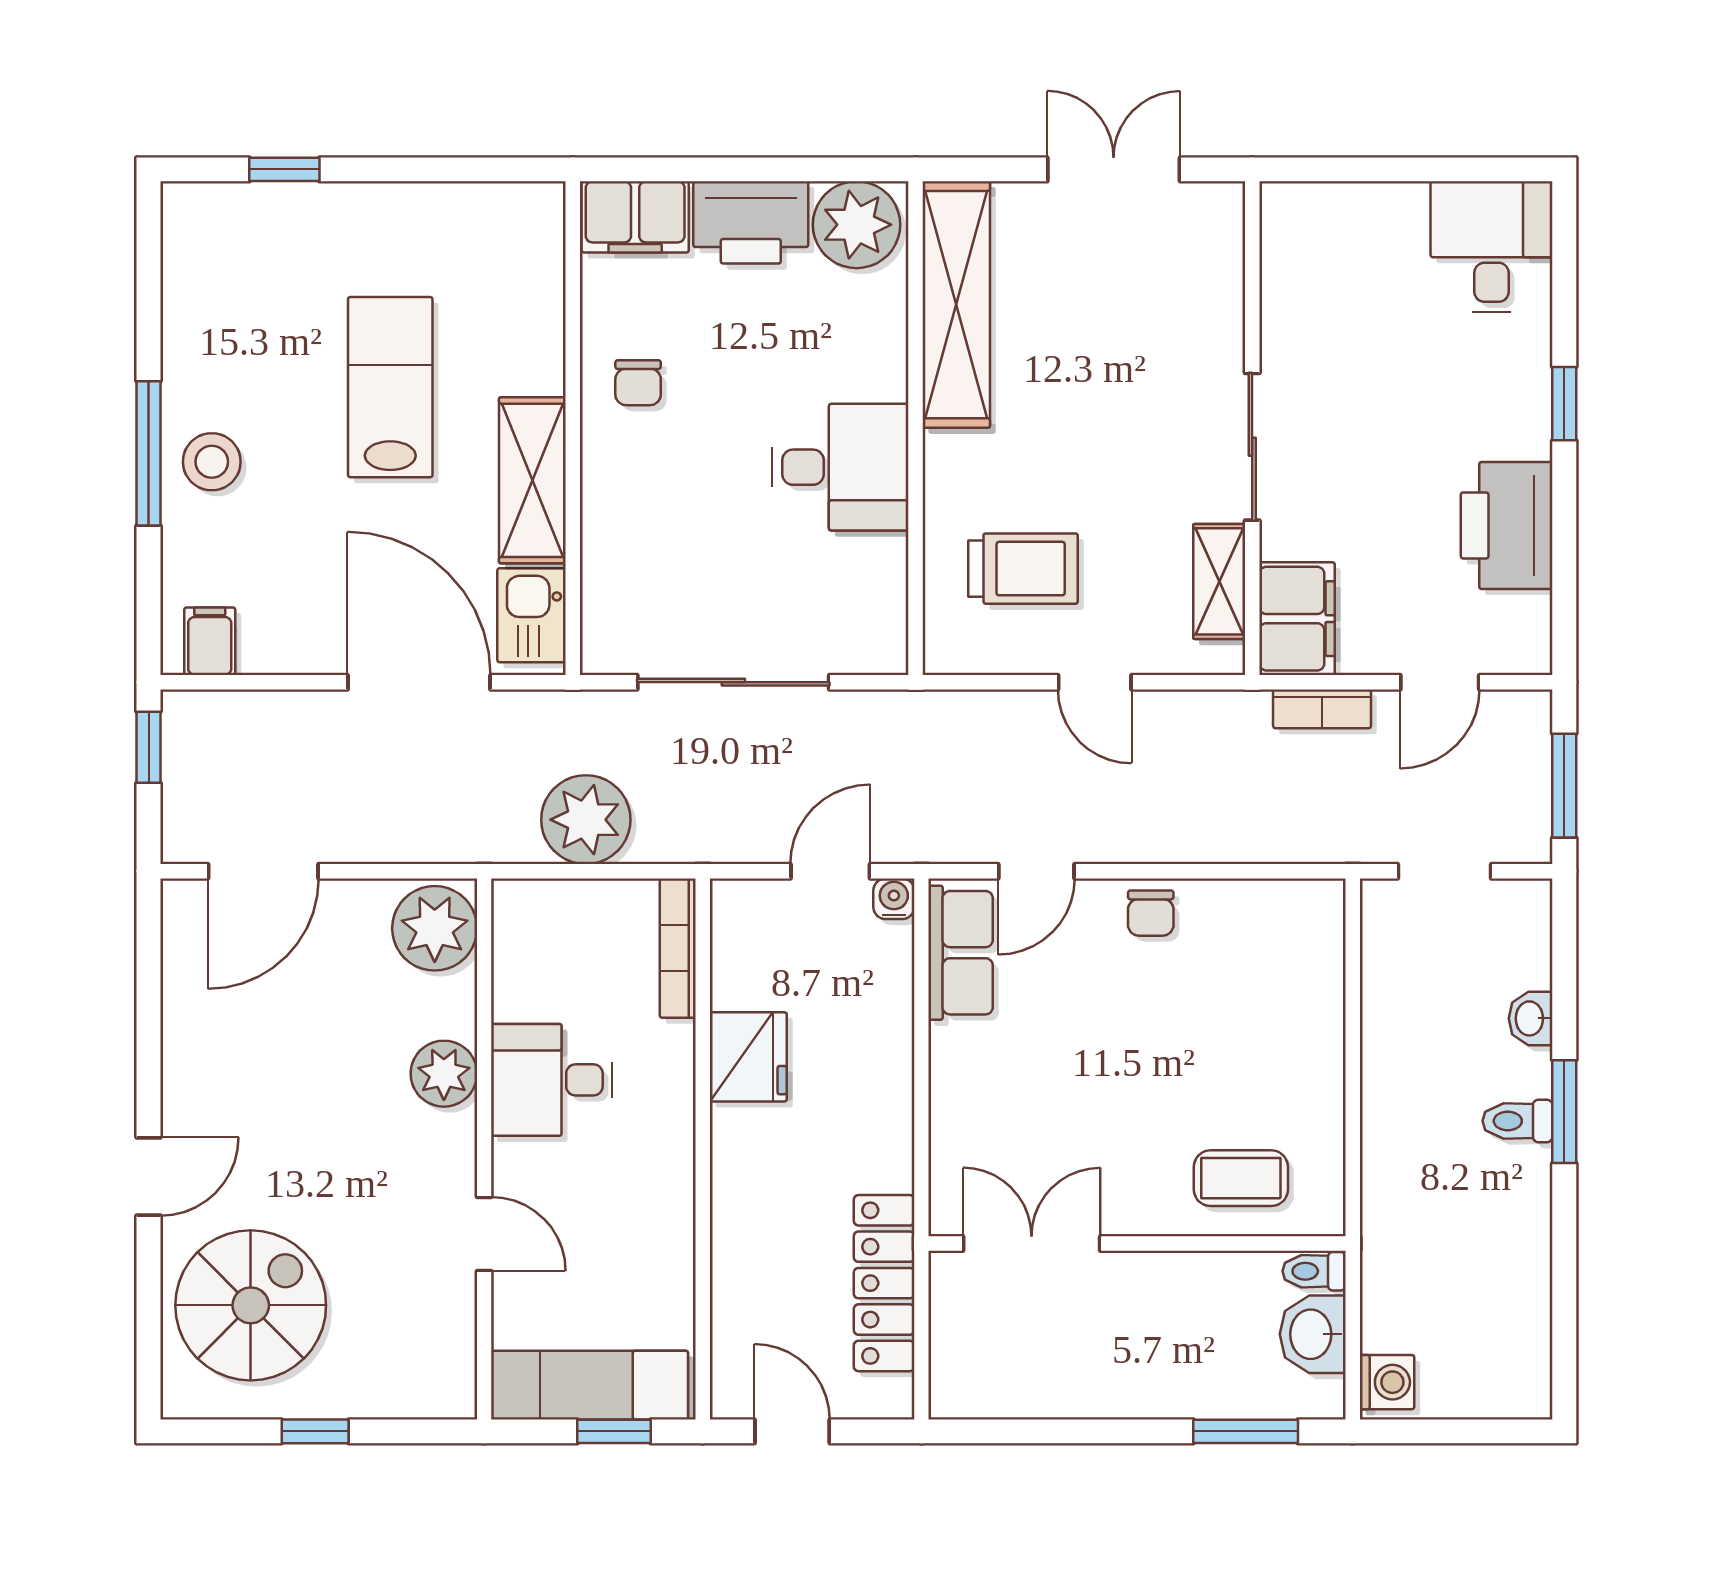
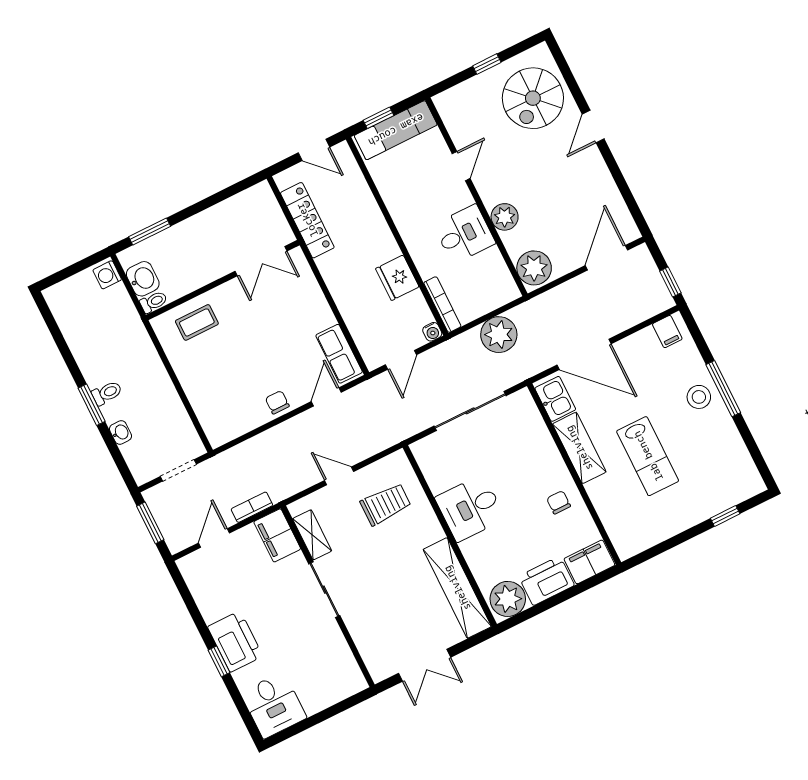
printer: (1507, 525) -> (235, 641), moved
trolley: (1023, 569) -> (386, 504), turned 180
water cooler: (894, 899) -> (432, 332), moved
door: (484, 1234) -> (461, 166), swing flipped

